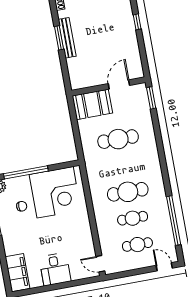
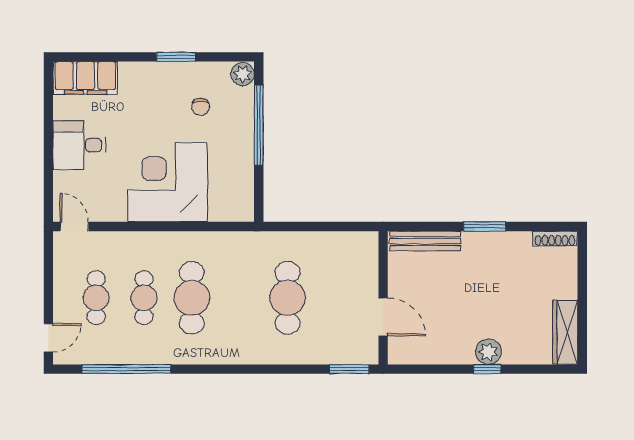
plant: (127, 23) -> (488, 352), added
bench: (67, 38) -> (425, 241), moved
booth: (92, 104) -> (357, 264), removed
corner desk: (55, 192) -> (168, 182), moved, turned 90
door: (100, 264) -> (74, 227), hinge flipped

